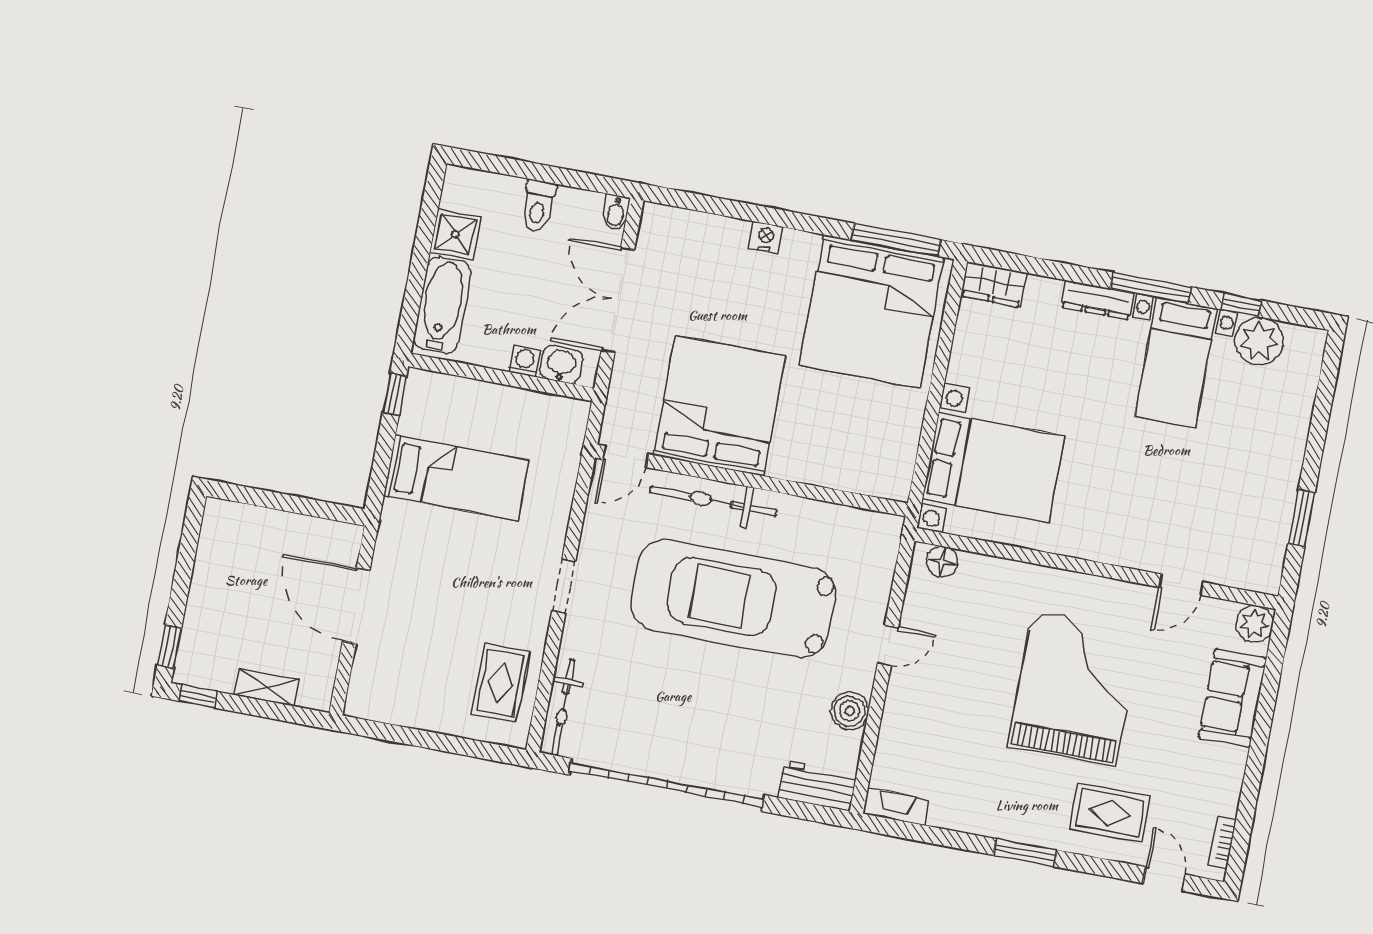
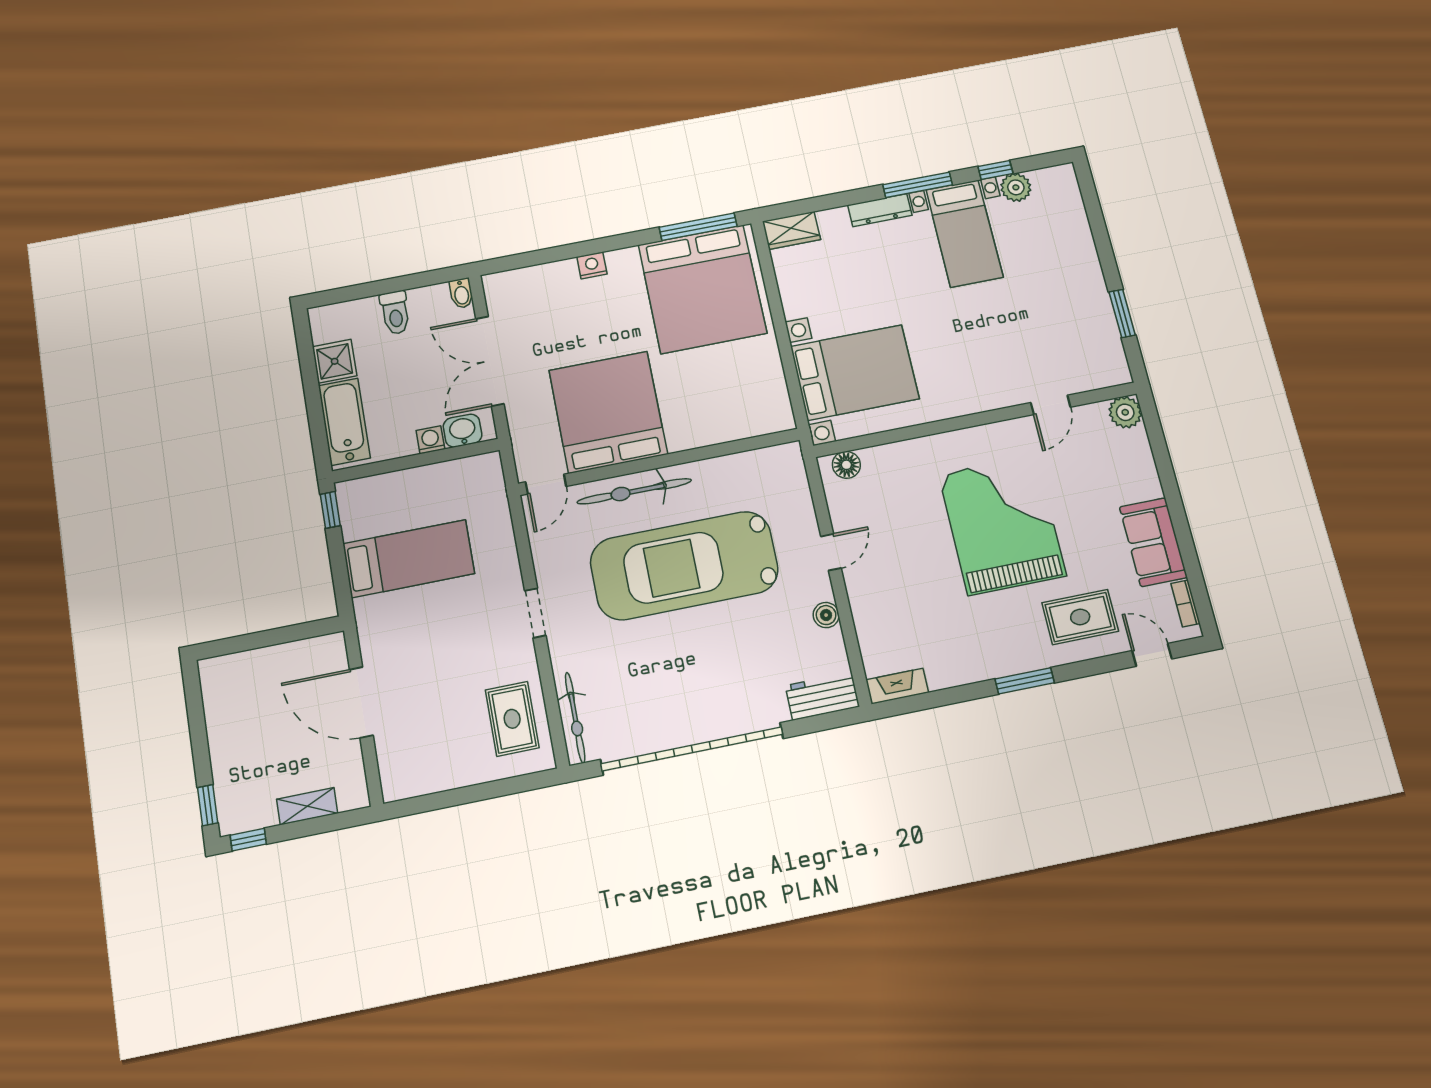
plant: (1259, 341) -> (1016, 187), width x0.73, depth x0.73
sofa: (1233, 698) -> (1153, 542), moved
boiler: (850, 711) -> (826, 615), width x0.73, depth x0.73

